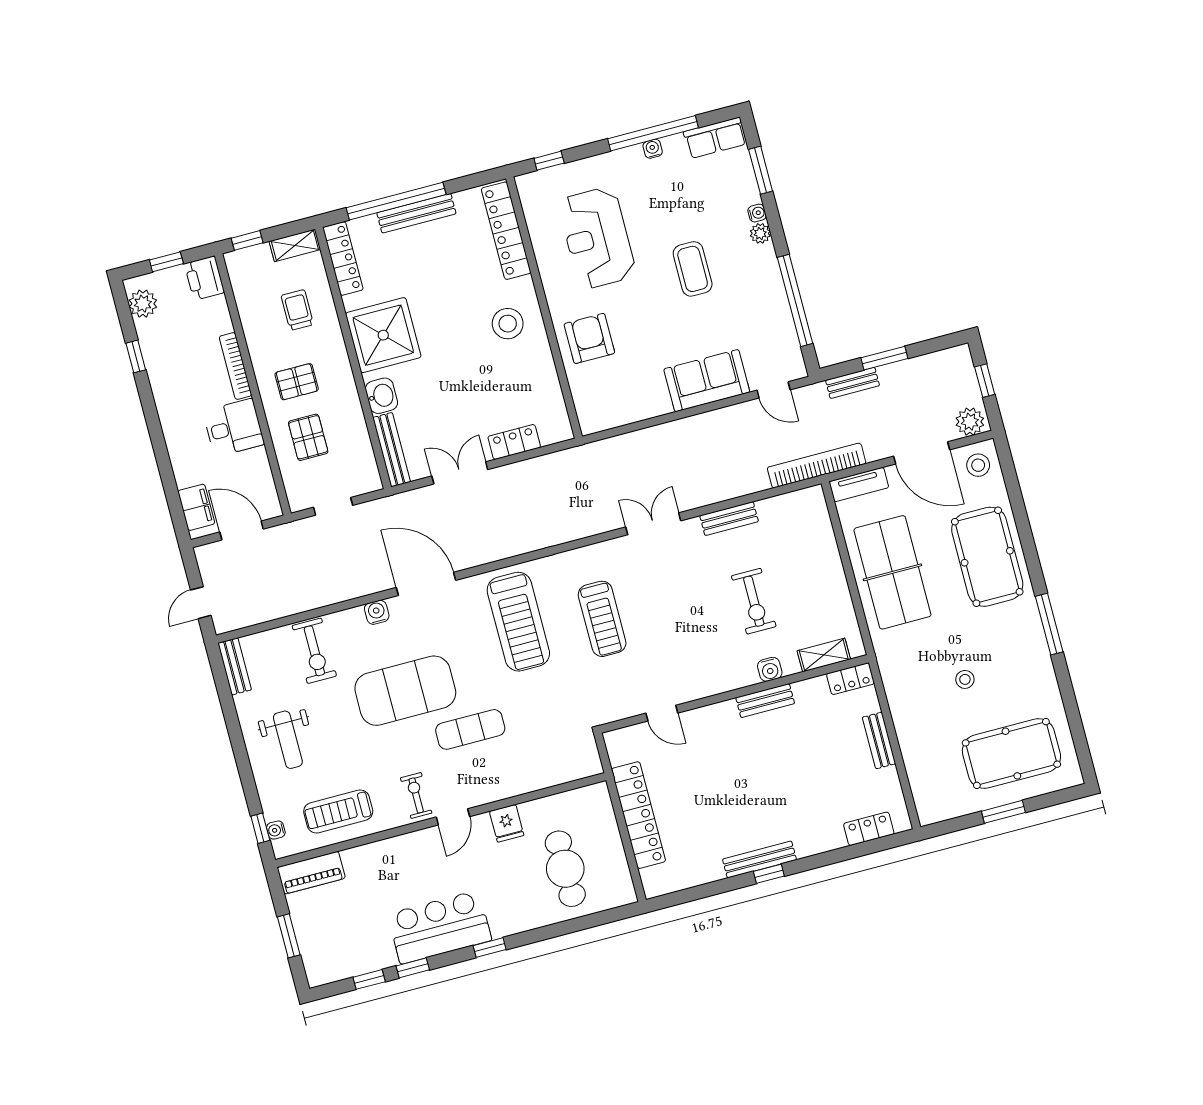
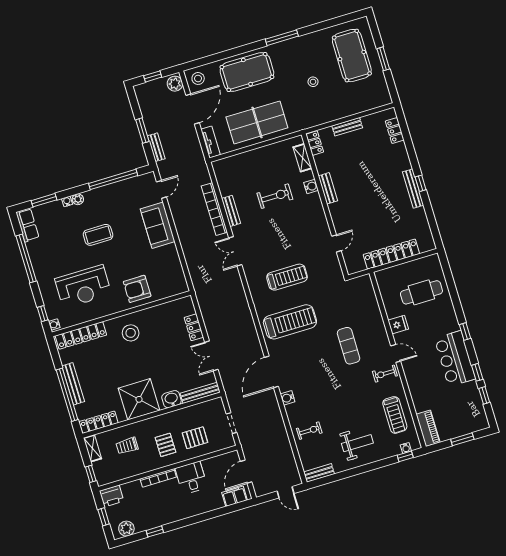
water cooler: (653, 149) -> (54, 325), moved
bookcase: (817, 466) -> (214, 209), moved
exercise bike: (314, 651) -> (309, 431), width x0.73, depth x0.72
exercise mat: (405, 691) -> (329, 381), removed

